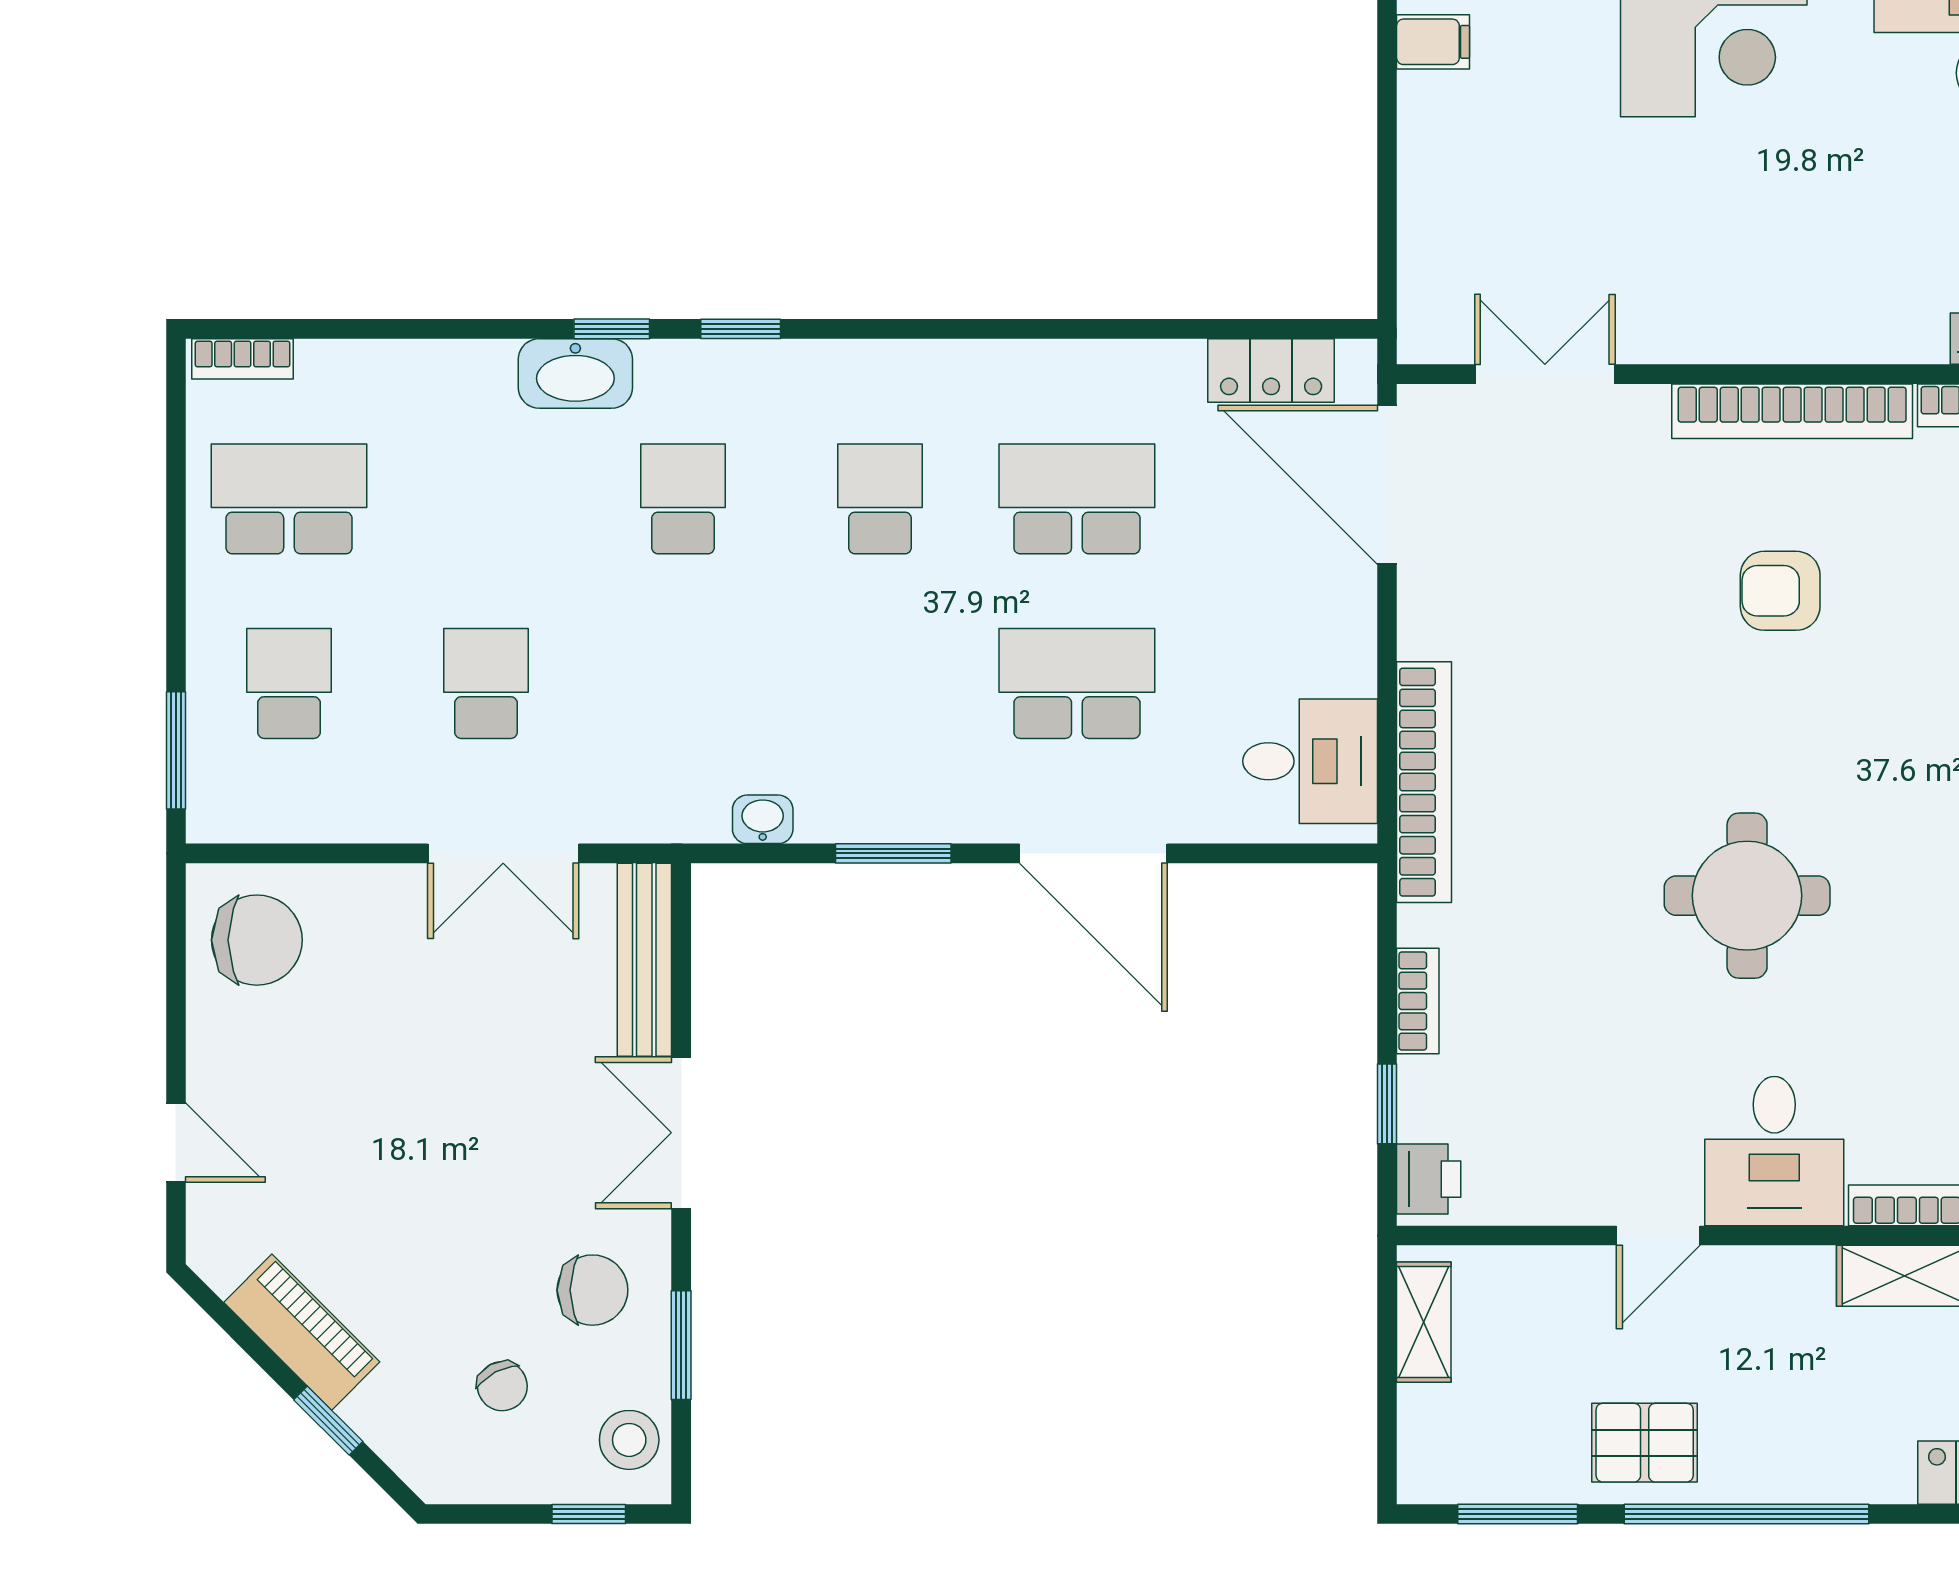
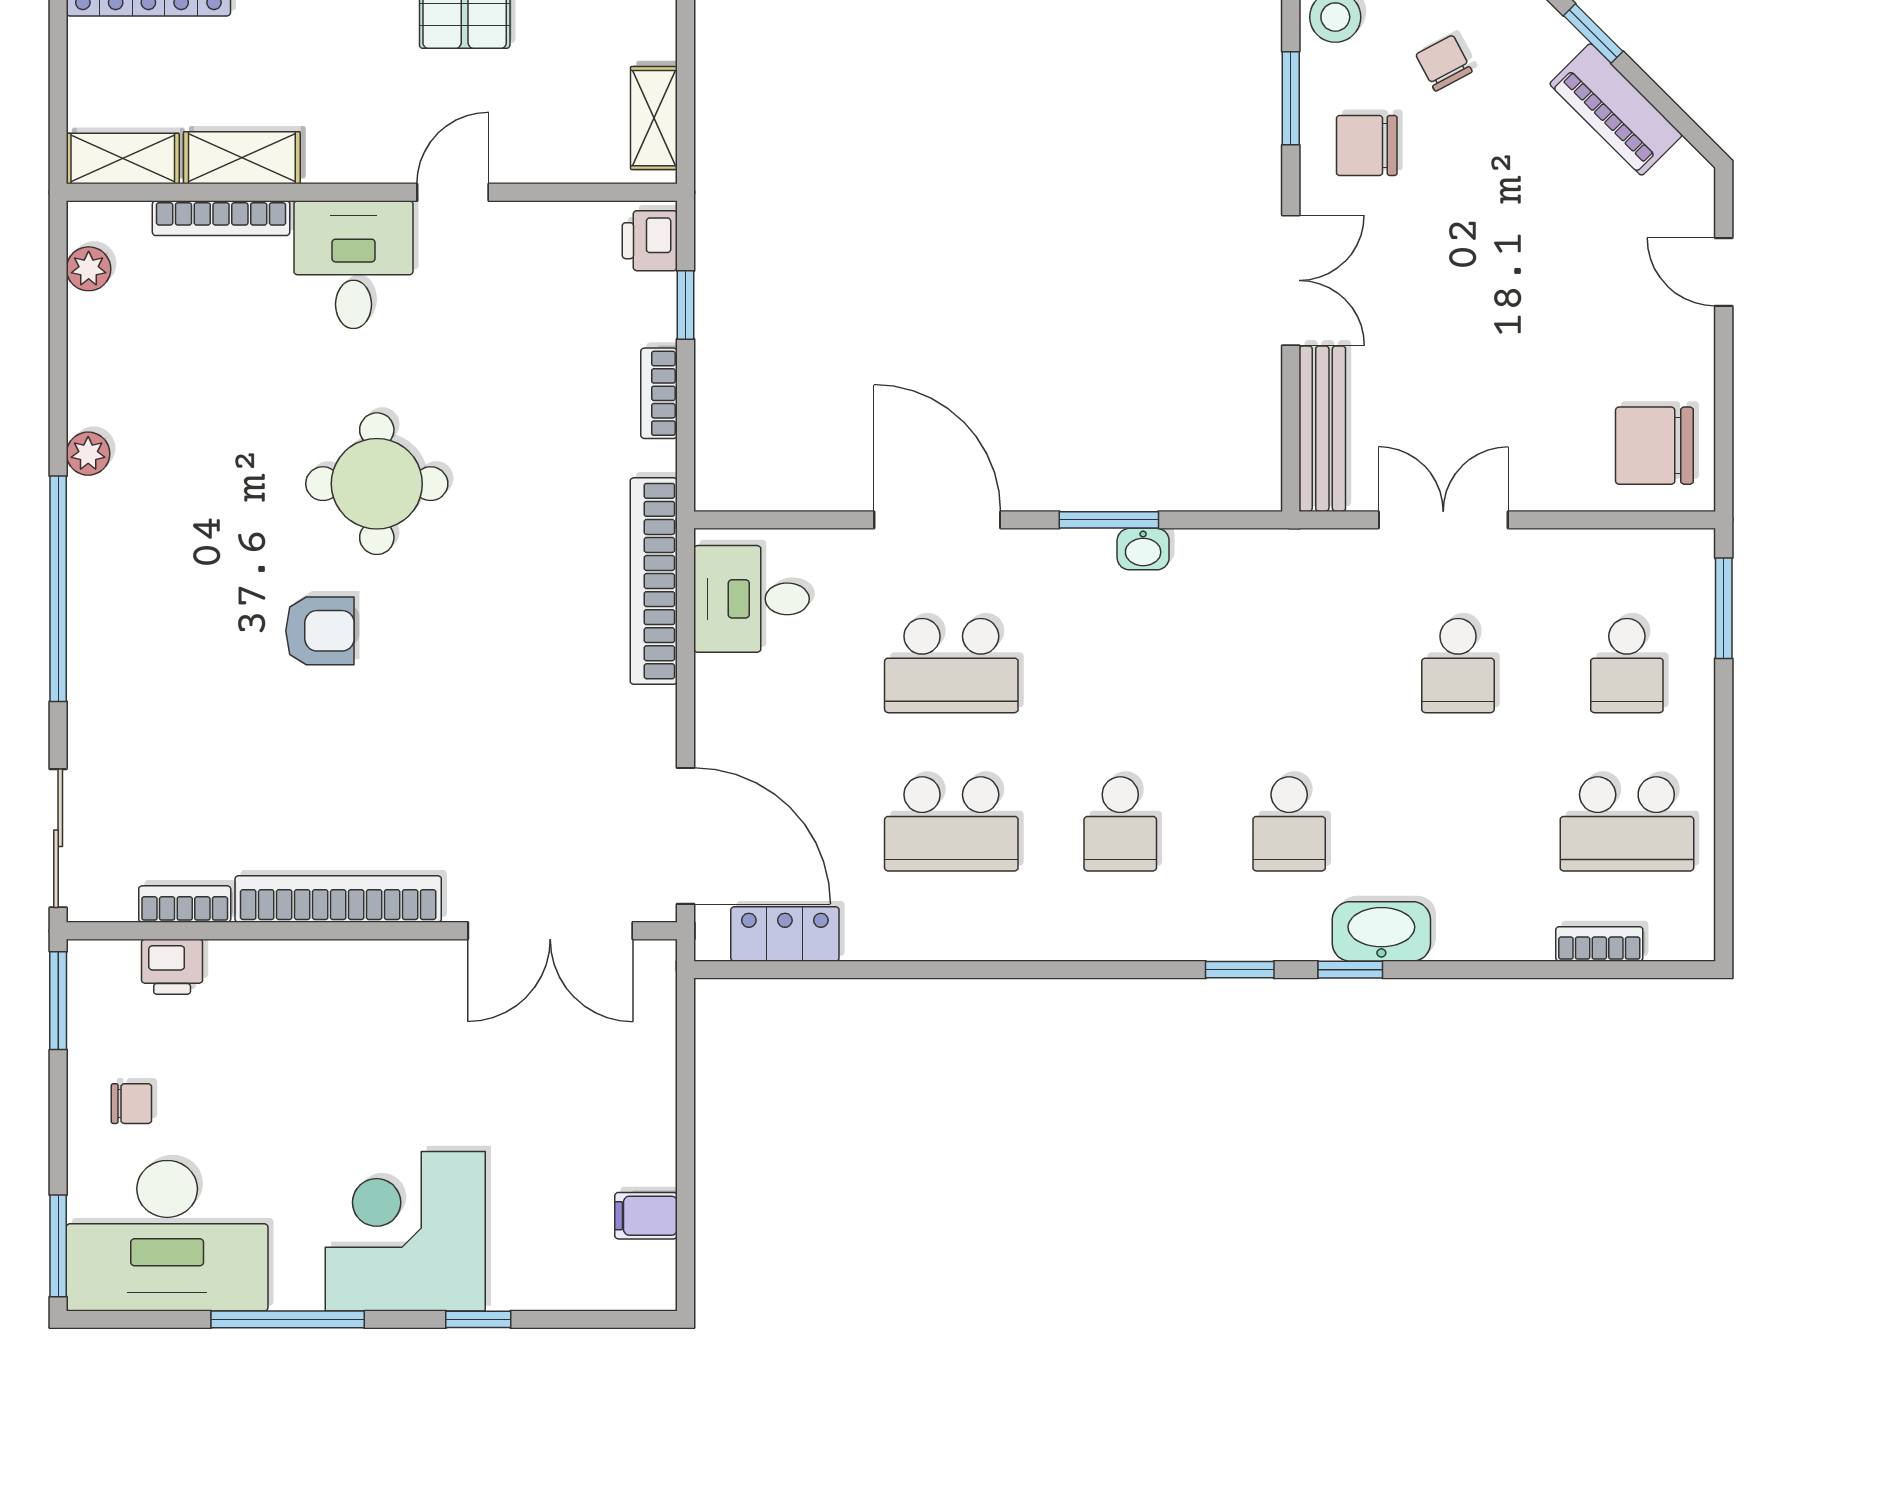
bookcase: (243, 359) -> (1599, 944), moved
double door: (1545, 374) -> (550, 931), width x1.37
armchair: (1780, 591) -> (320, 631), moved
washbasin: (763, 819) -> (1143, 549), moved

